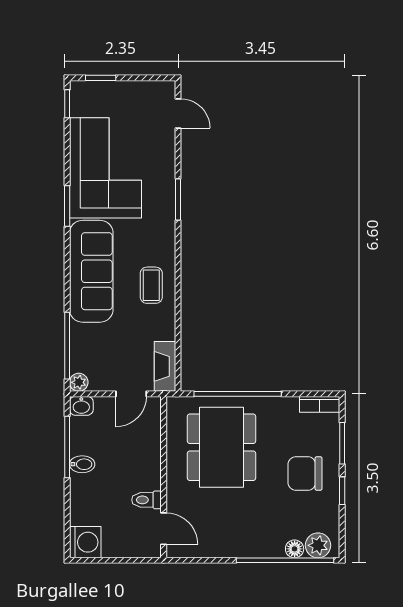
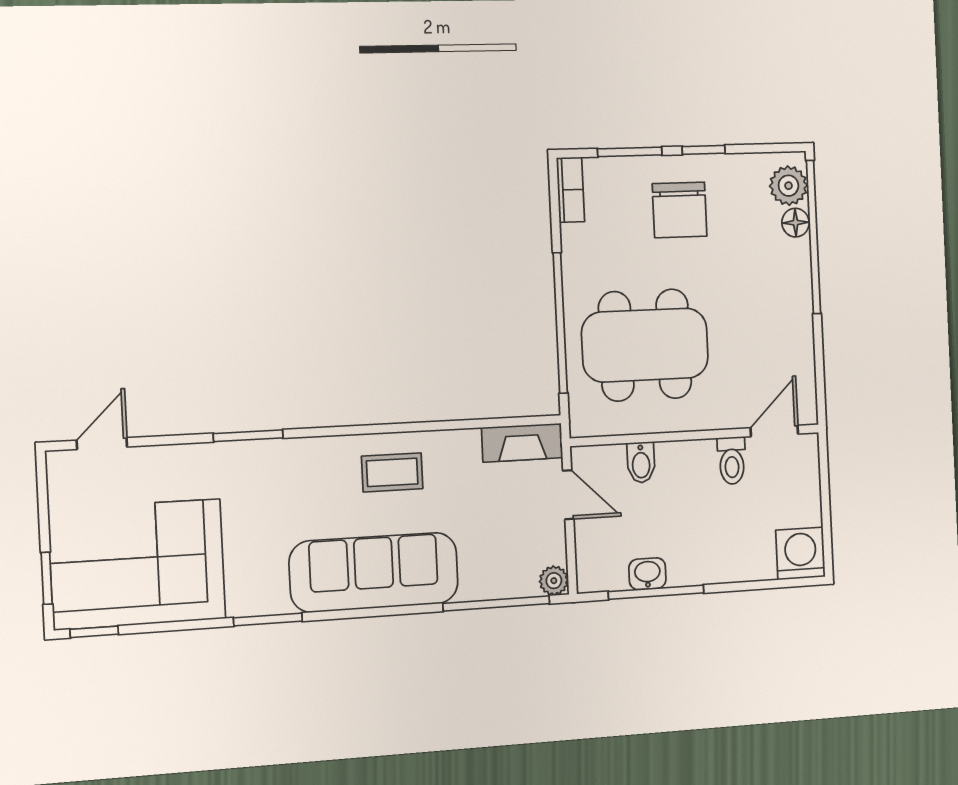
corner sofa: (105, 168) -> (137, 564), moved
washbasin: (81, 406) -> (647, 574), moved, turned -90
bidet: (82, 464) -> (641, 462), moved, turned 180

